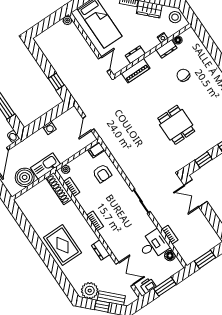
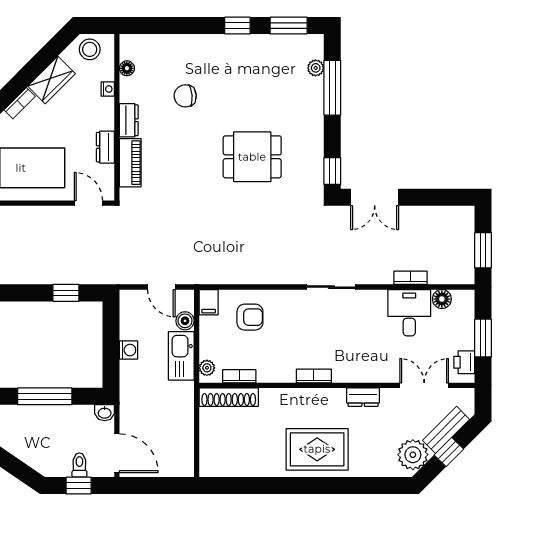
dresser: (167, 49) -> (129, 120), moved
window: (204, 160) -> (332, 171), moved
kitchen sink: (45, 166) -> (181, 356), moved
boiler: (25, 177) -> (185, 321), moved, width x0.54, depth x0.54

